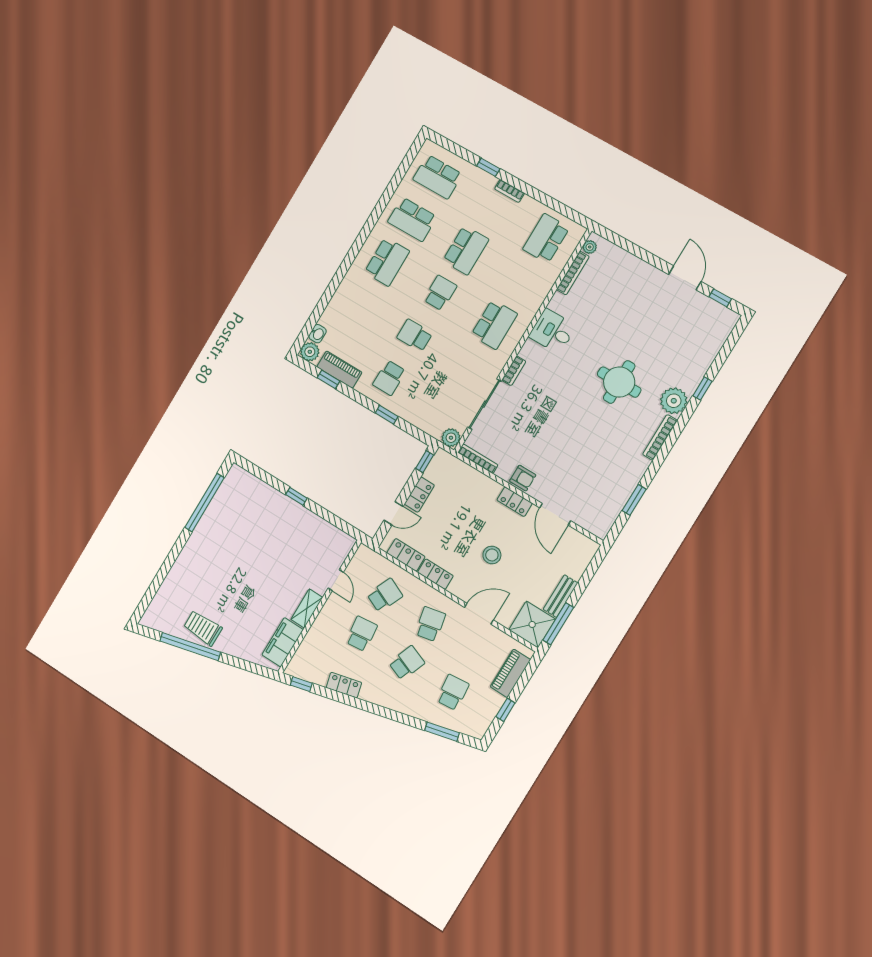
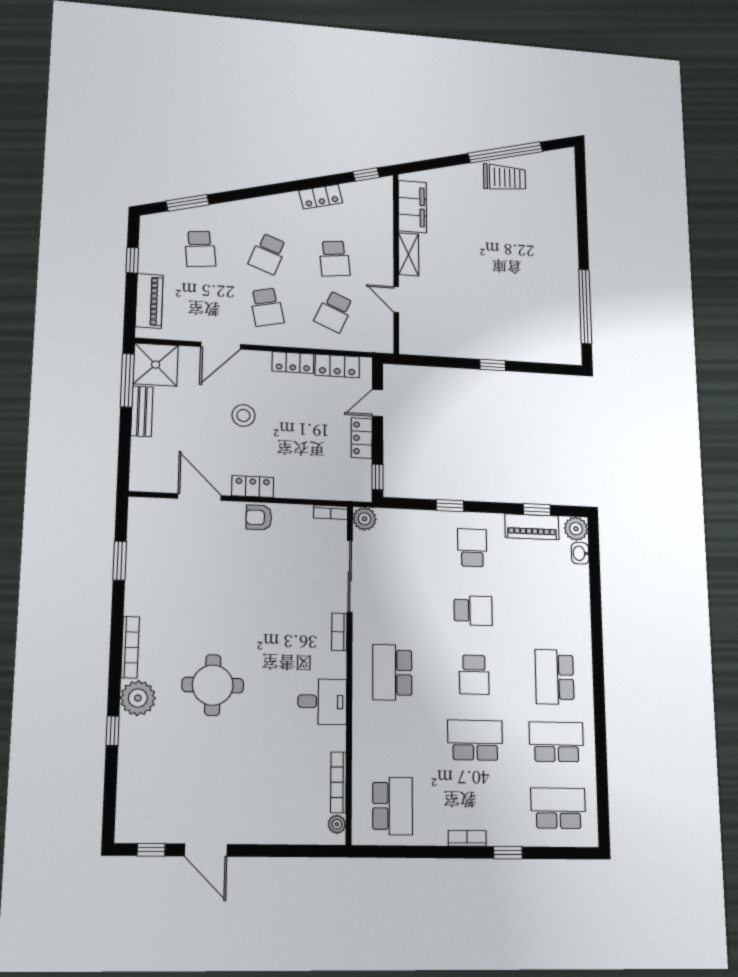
school desk: (466, 250) -> (475, 740), turned 90
bookcase: (478, 459) -> (331, 512), width x0.64

